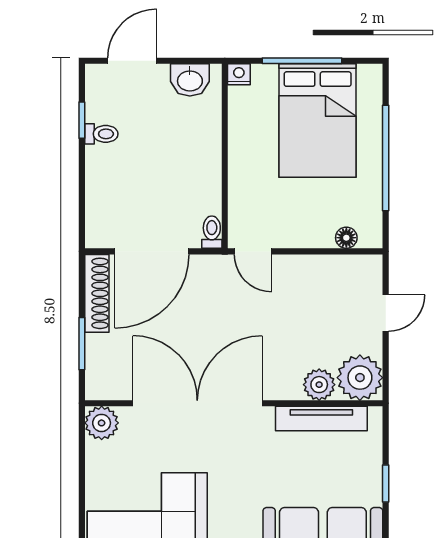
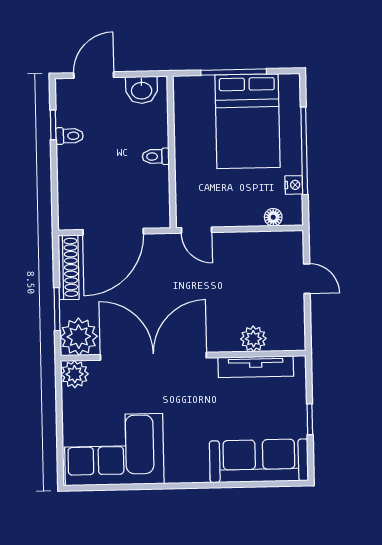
nightstand: (239, 74) -> (294, 185), moved, turned 90
toilet: (212, 232) -> (156, 156), moved, turned -90
door: (386, 313) -> (307, 279), hinge flipped
plant: (360, 378) -> (79, 337), moved

